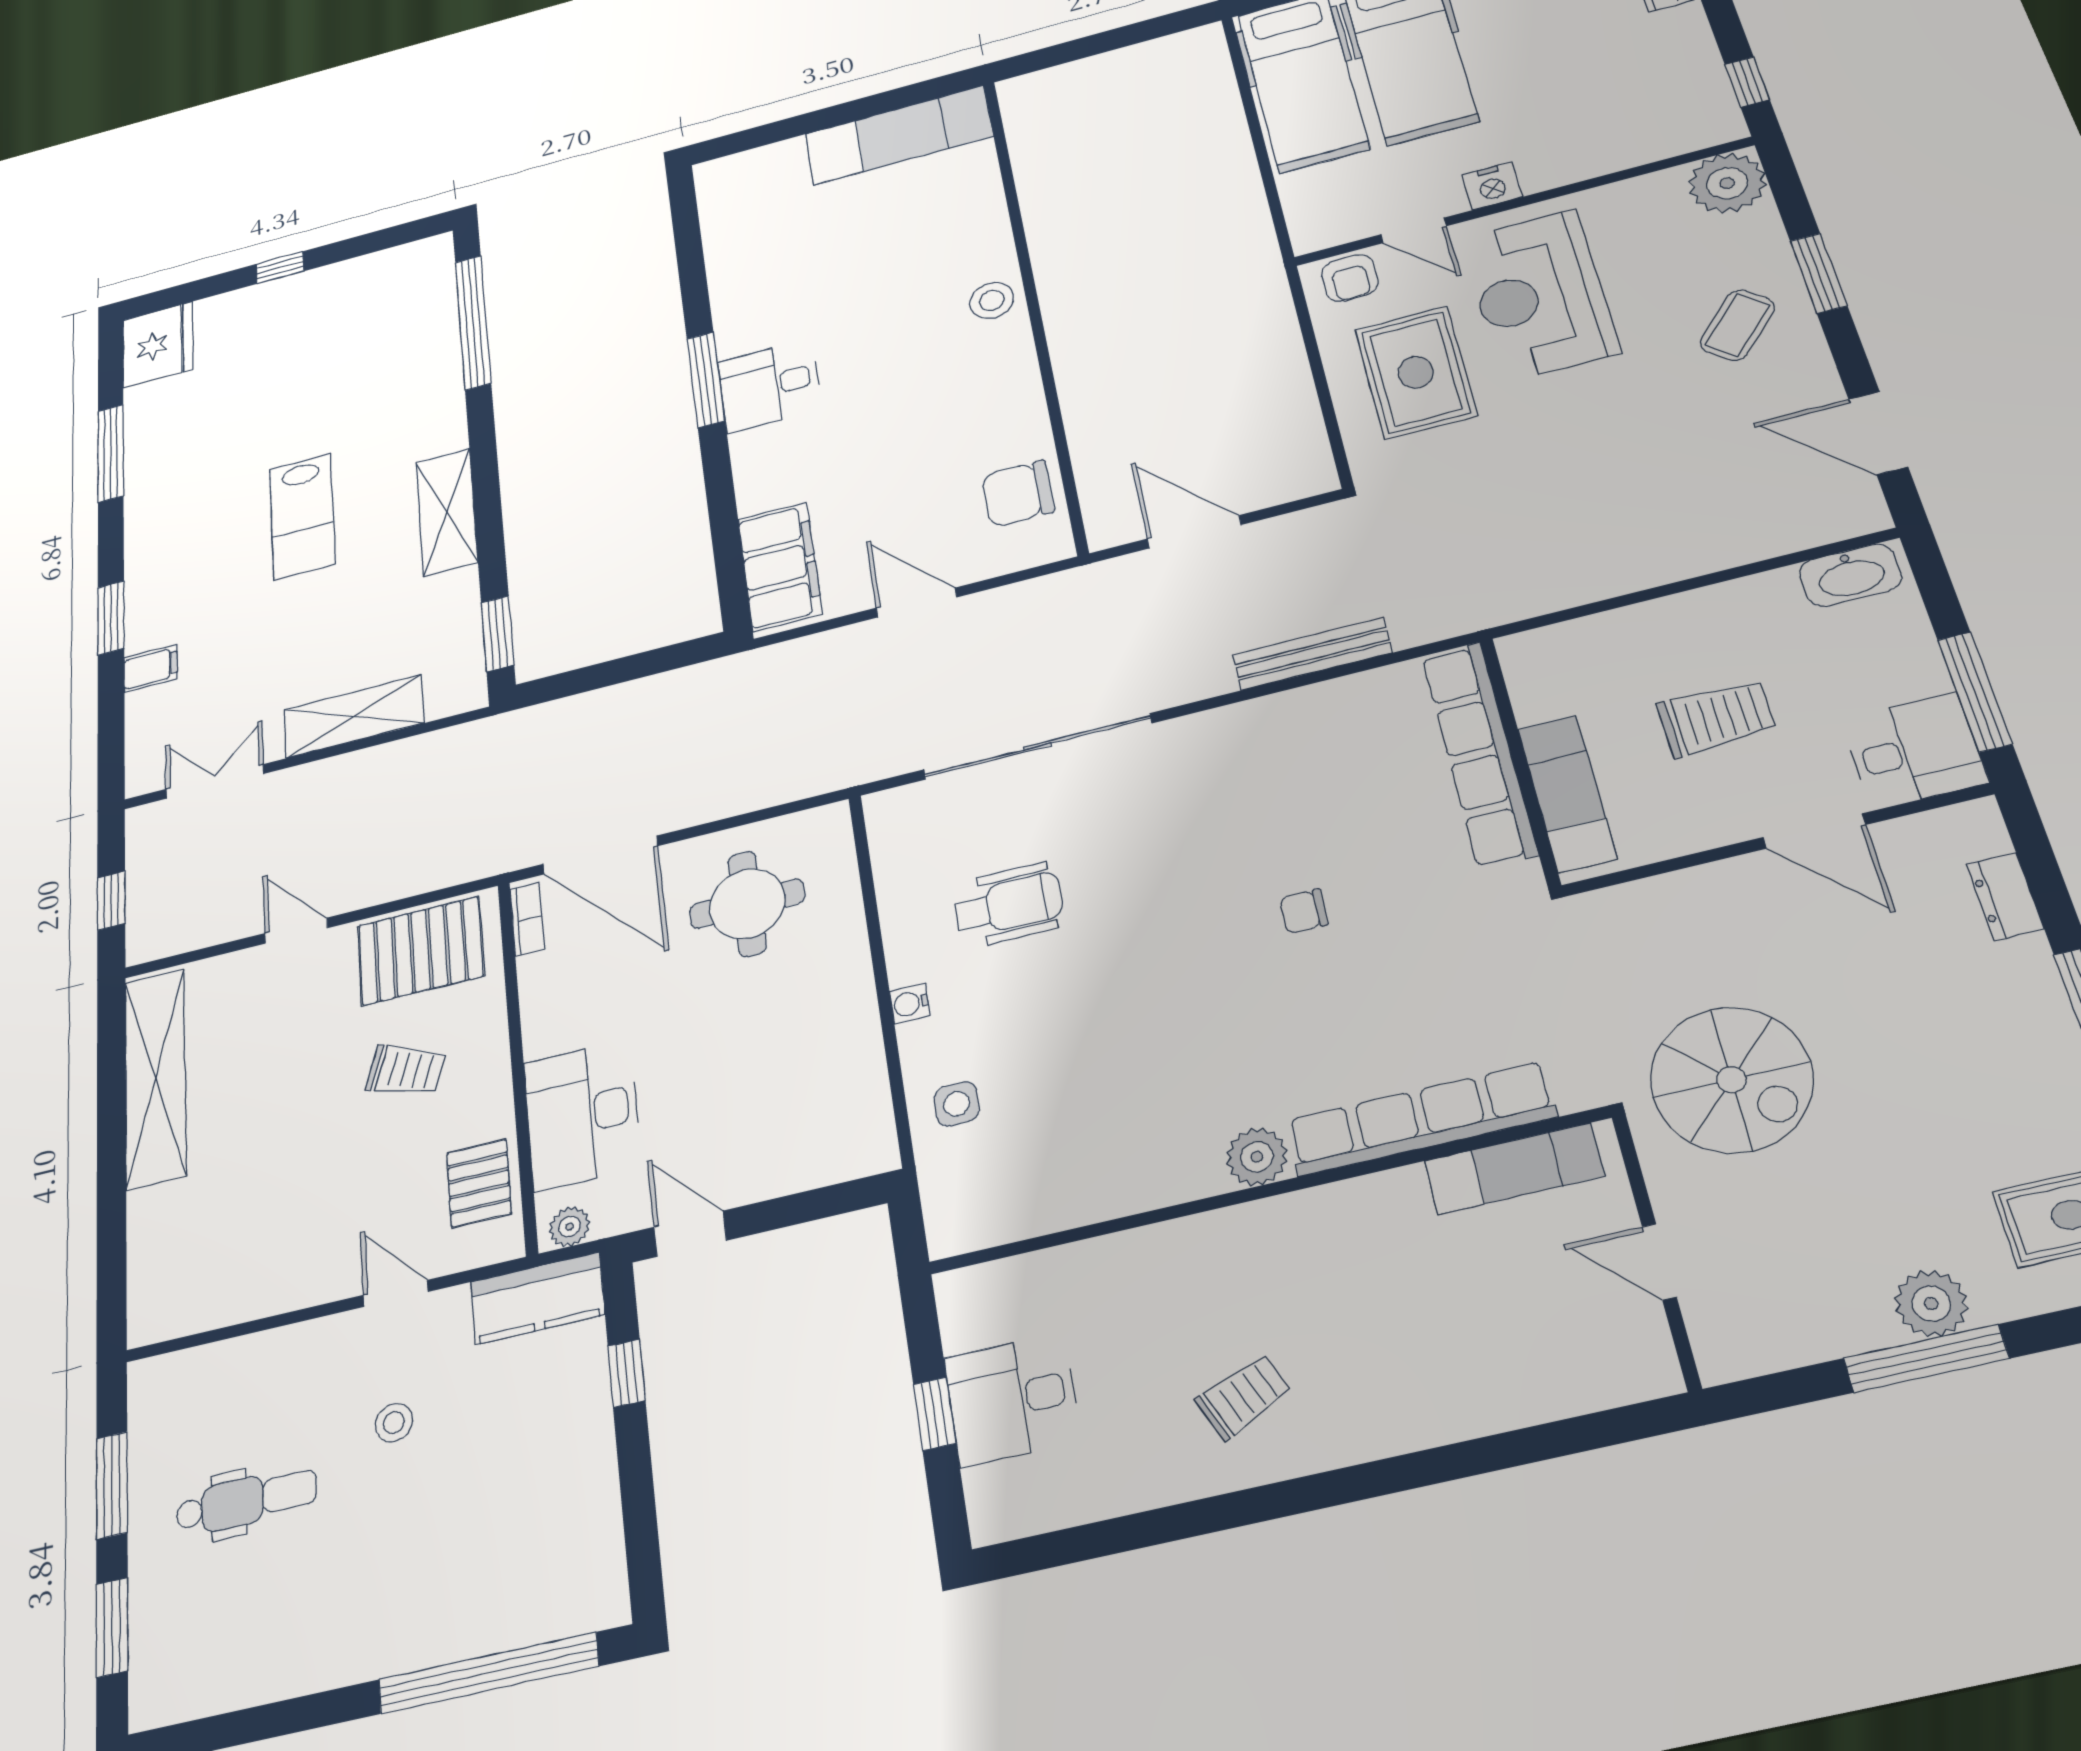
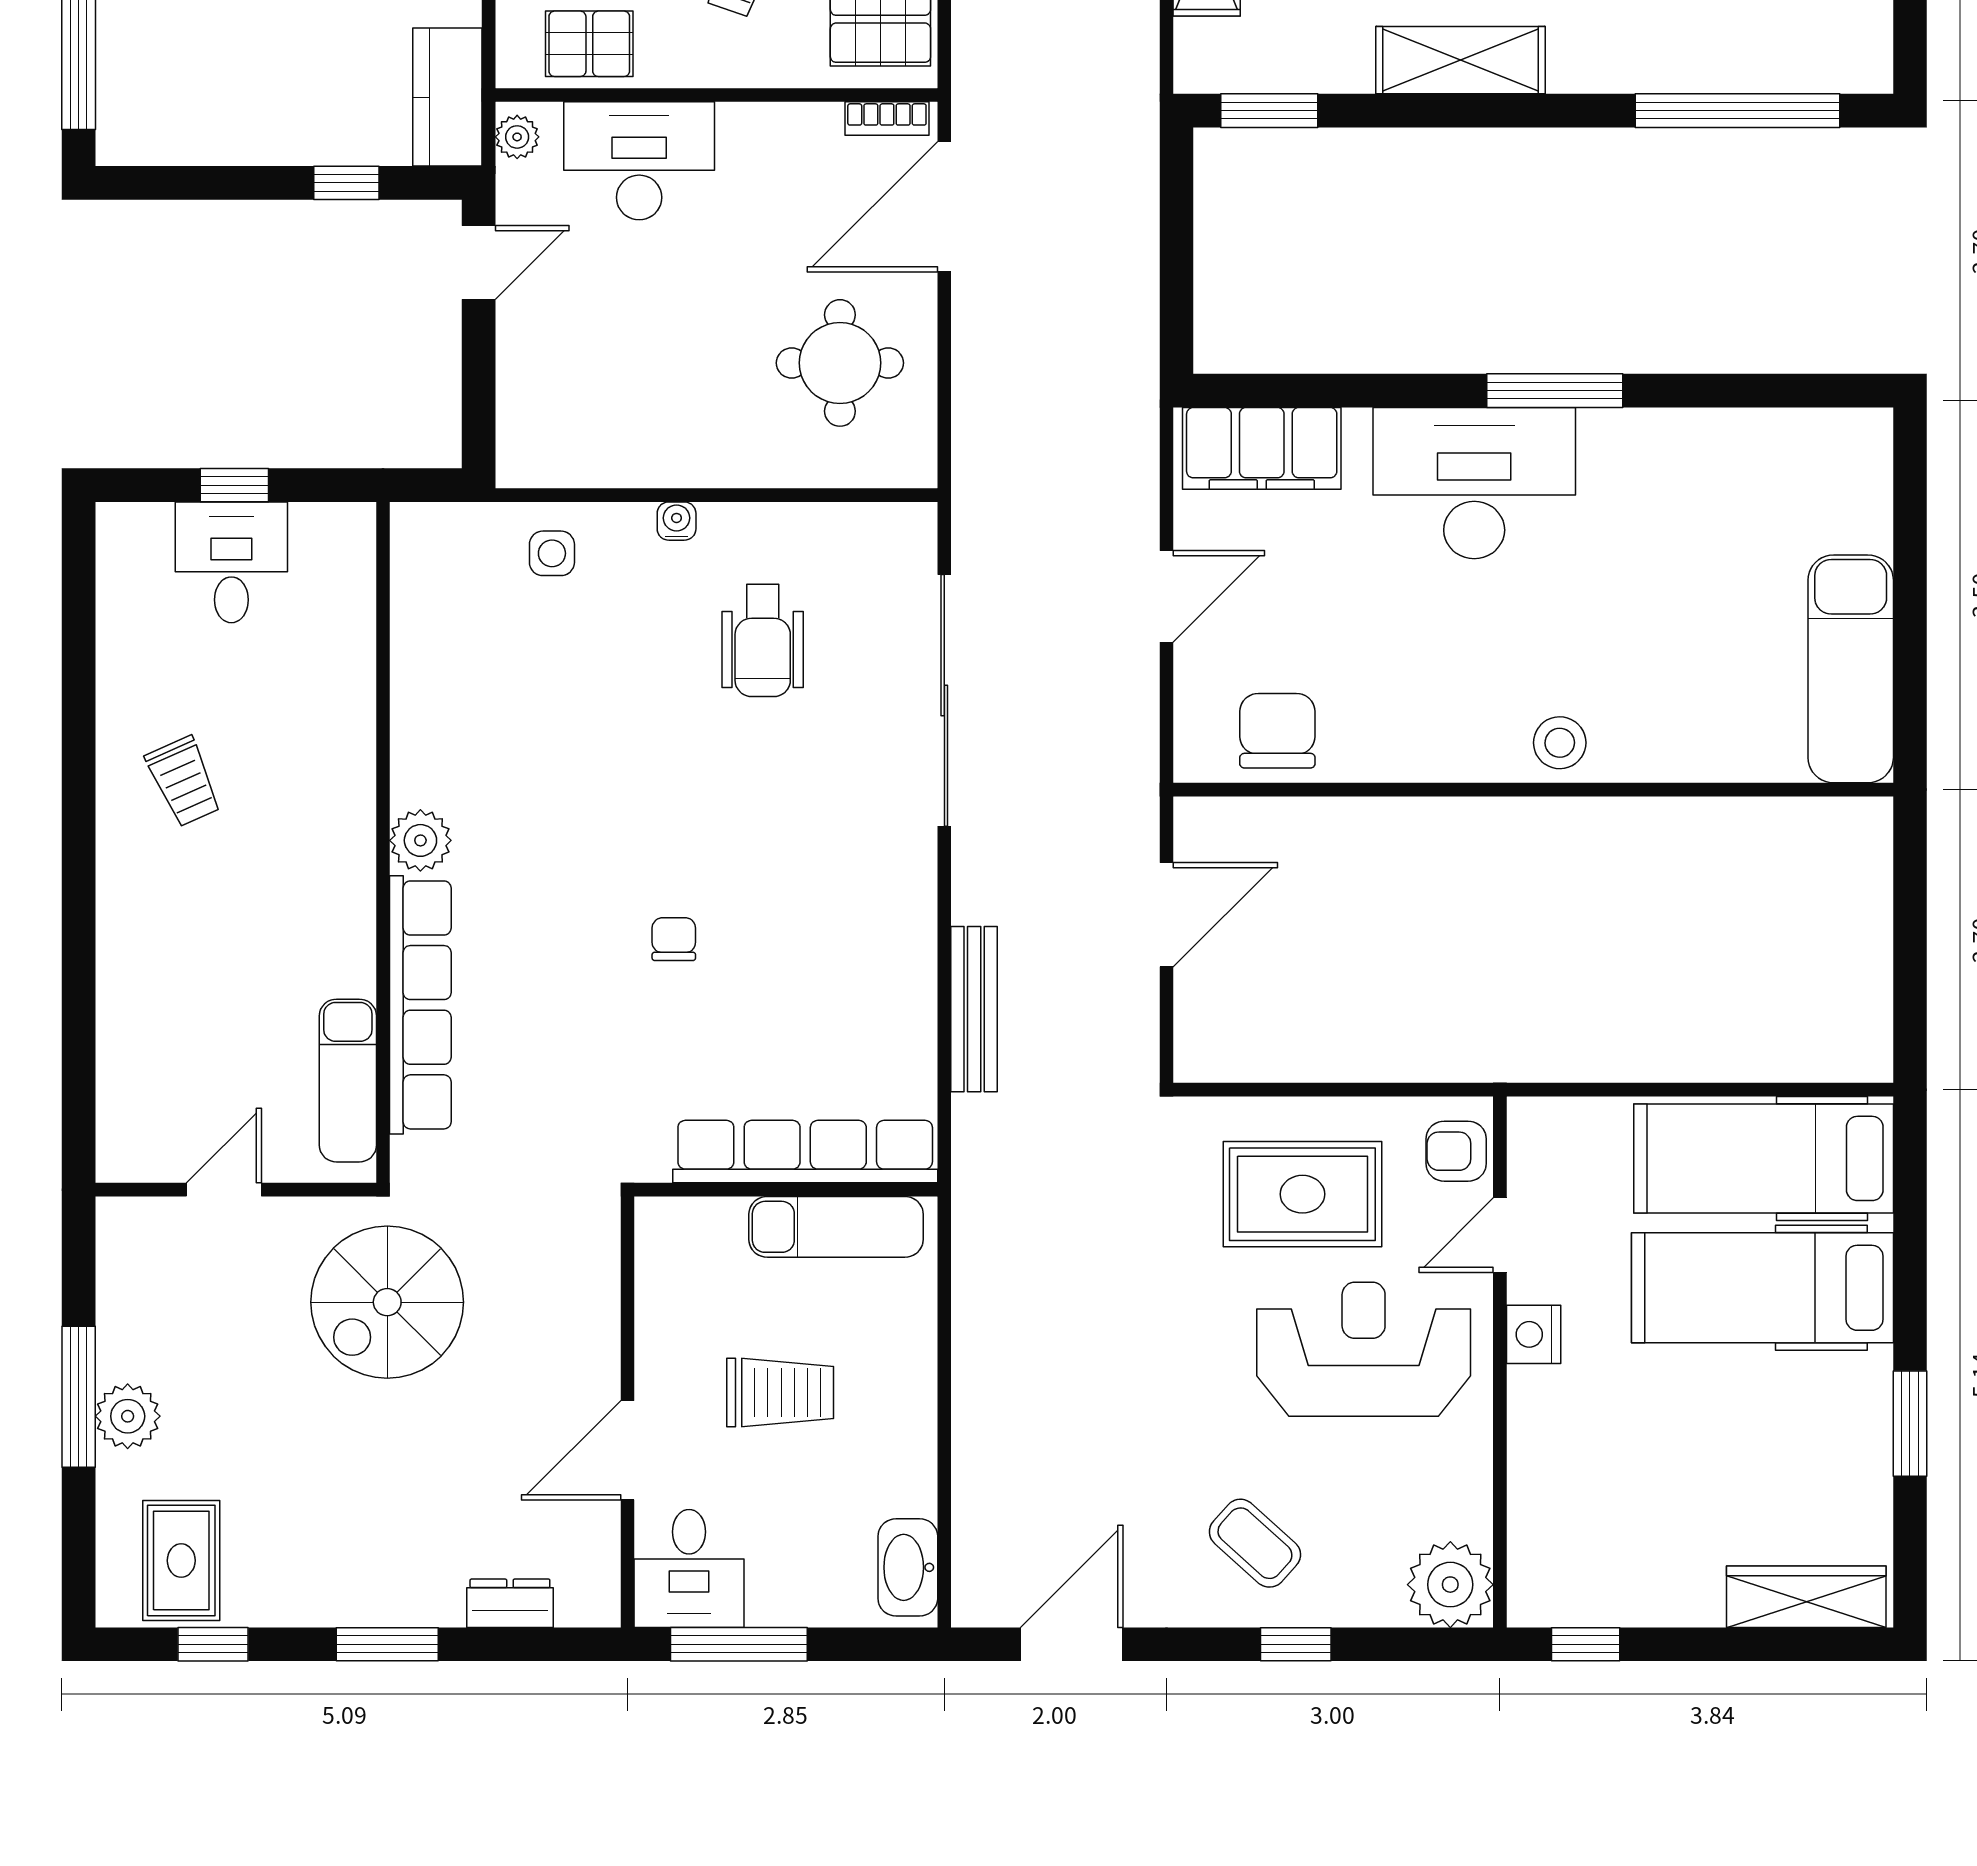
window: (1819, 273) -> (1296, 1644), width x0.67
desk: (769, 386) -> (1474, 483), width x1.87, depth x1.30
trolley: (1716, 718) -> (780, 1393), turned -89
exam couch: (1567, 793) -> (836, 1227), moved

